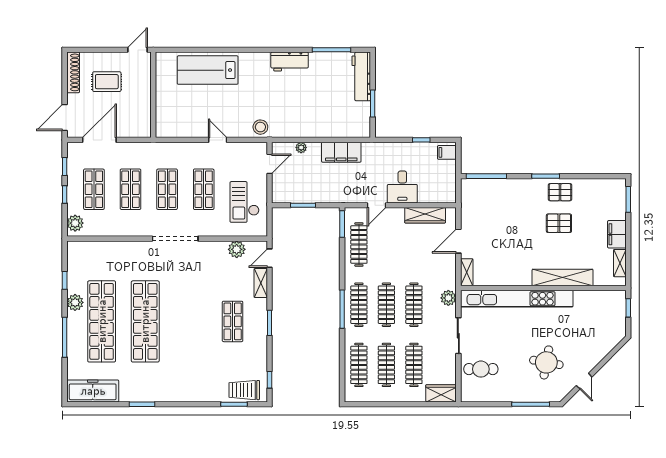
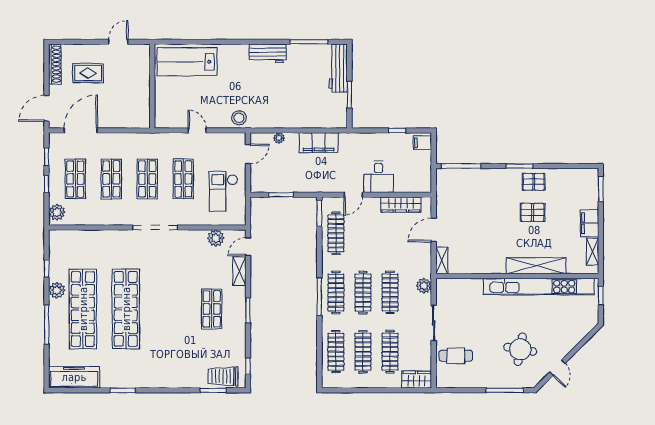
wall: (153, 95) -> (152, 86), moved
kitchen unit: (517, 299) -> (539, 287), moved

